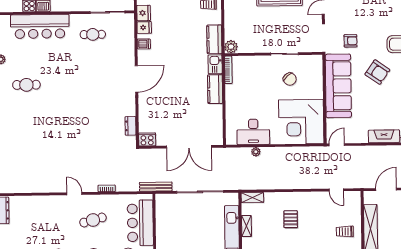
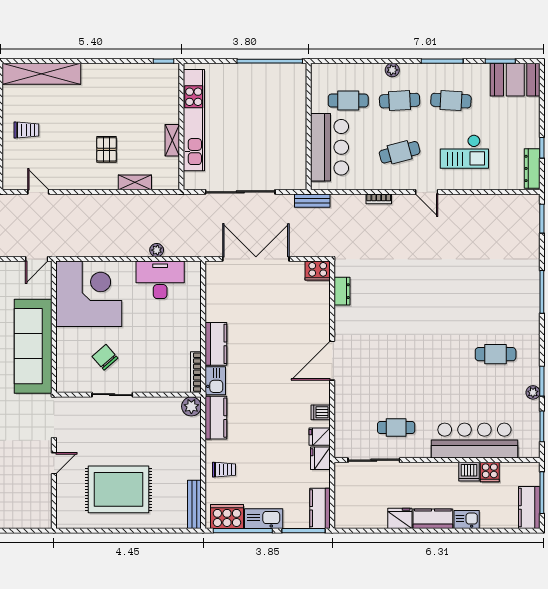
armchair: (351, 41) -> (14, 413), removed
bench: (156, 187) -> (312, 201), width x0.73
shelving: (252, 197) -> (135, 182), moved
checkout: (49, 221) -> (464, 152), added

